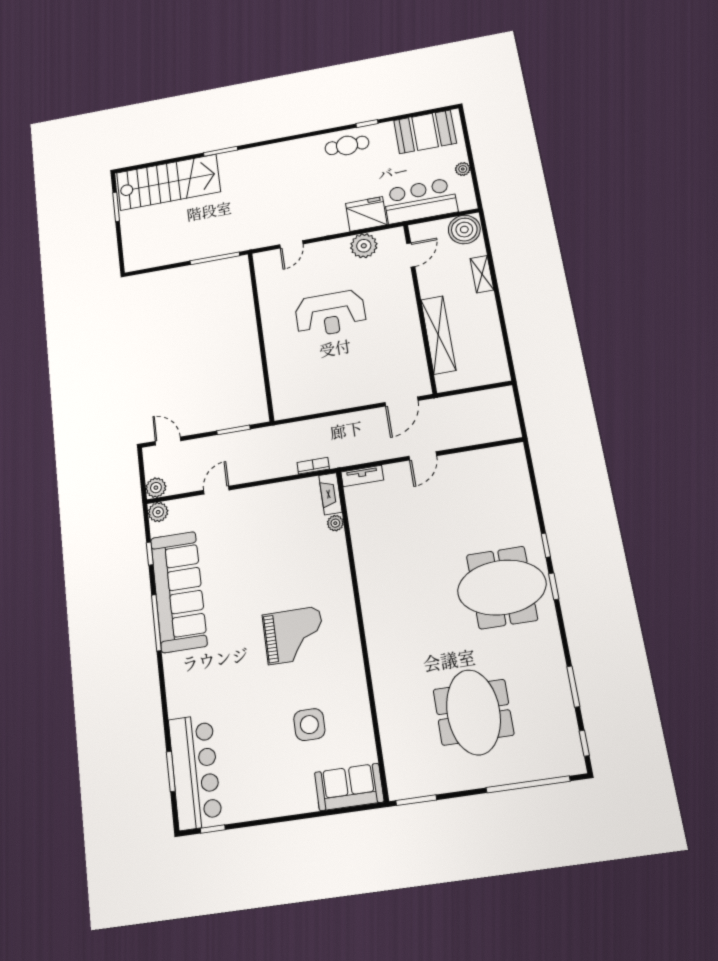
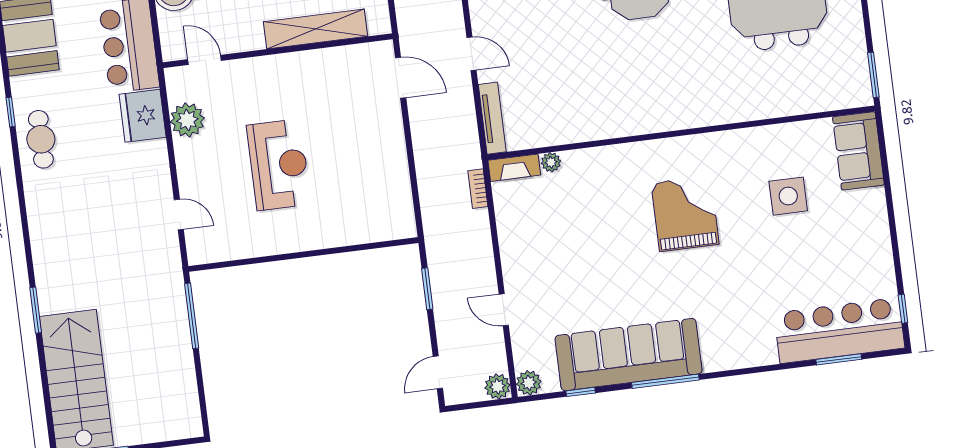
tv unit: (362, 476) -> (492, 118), width x1.41

